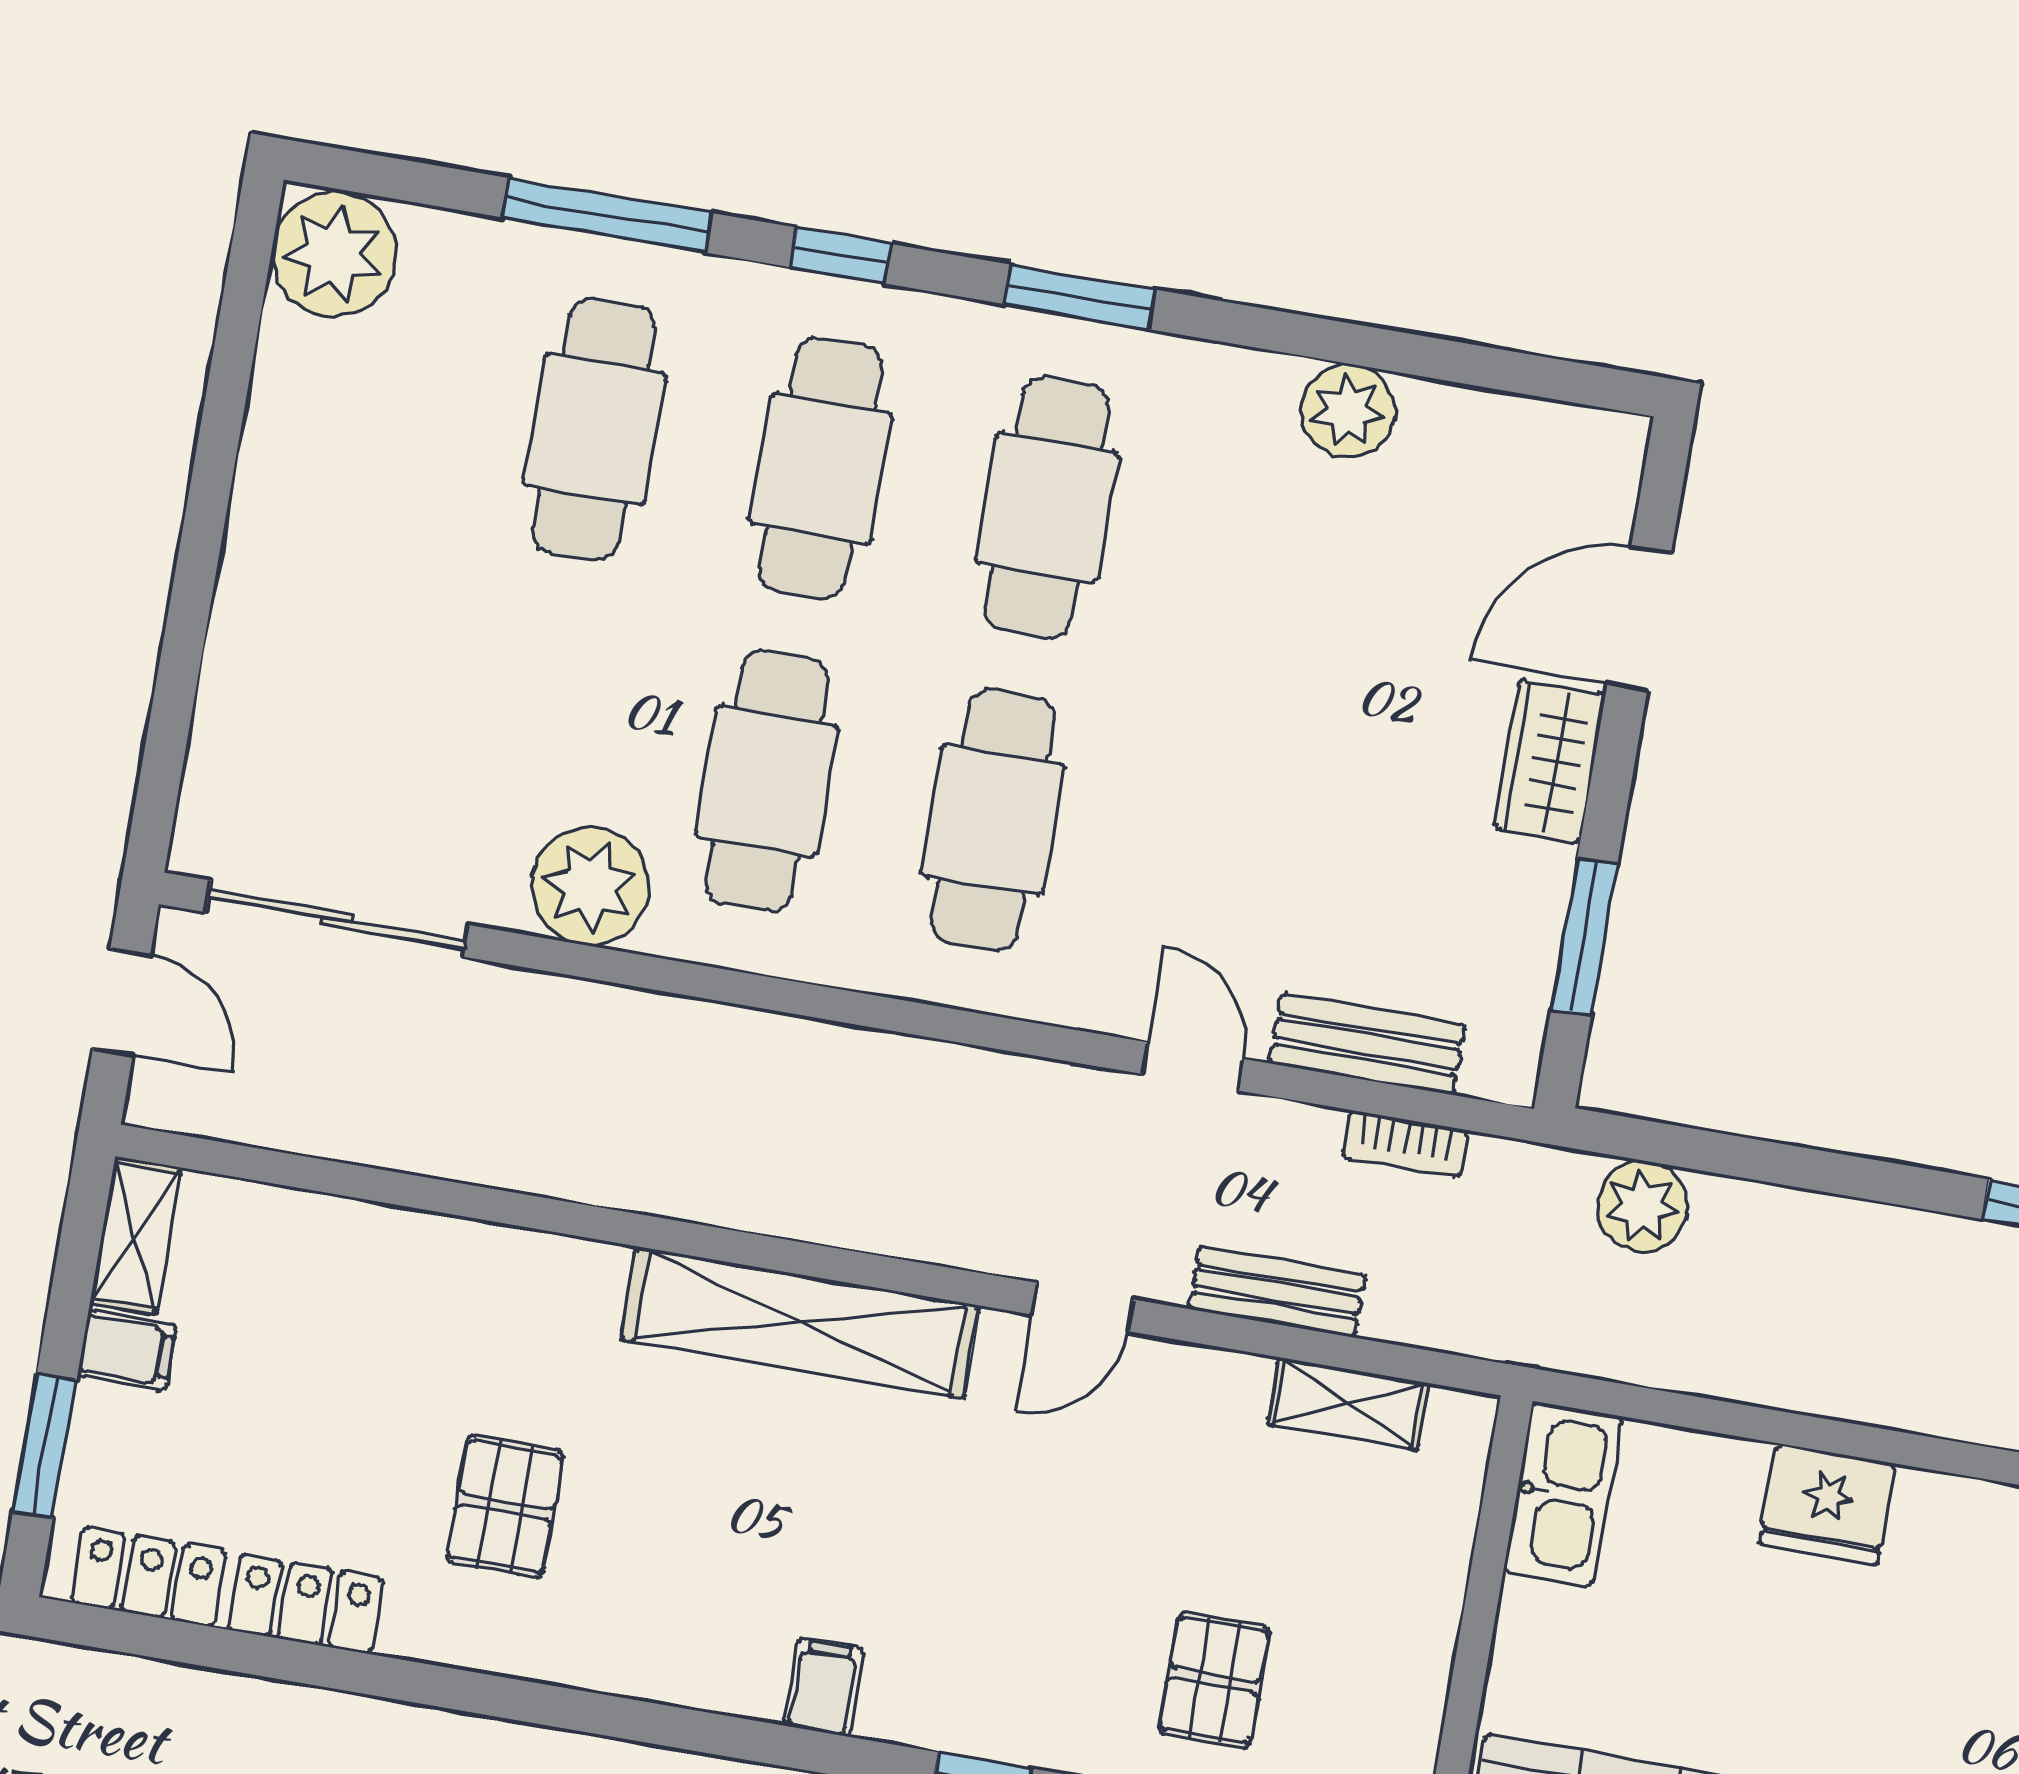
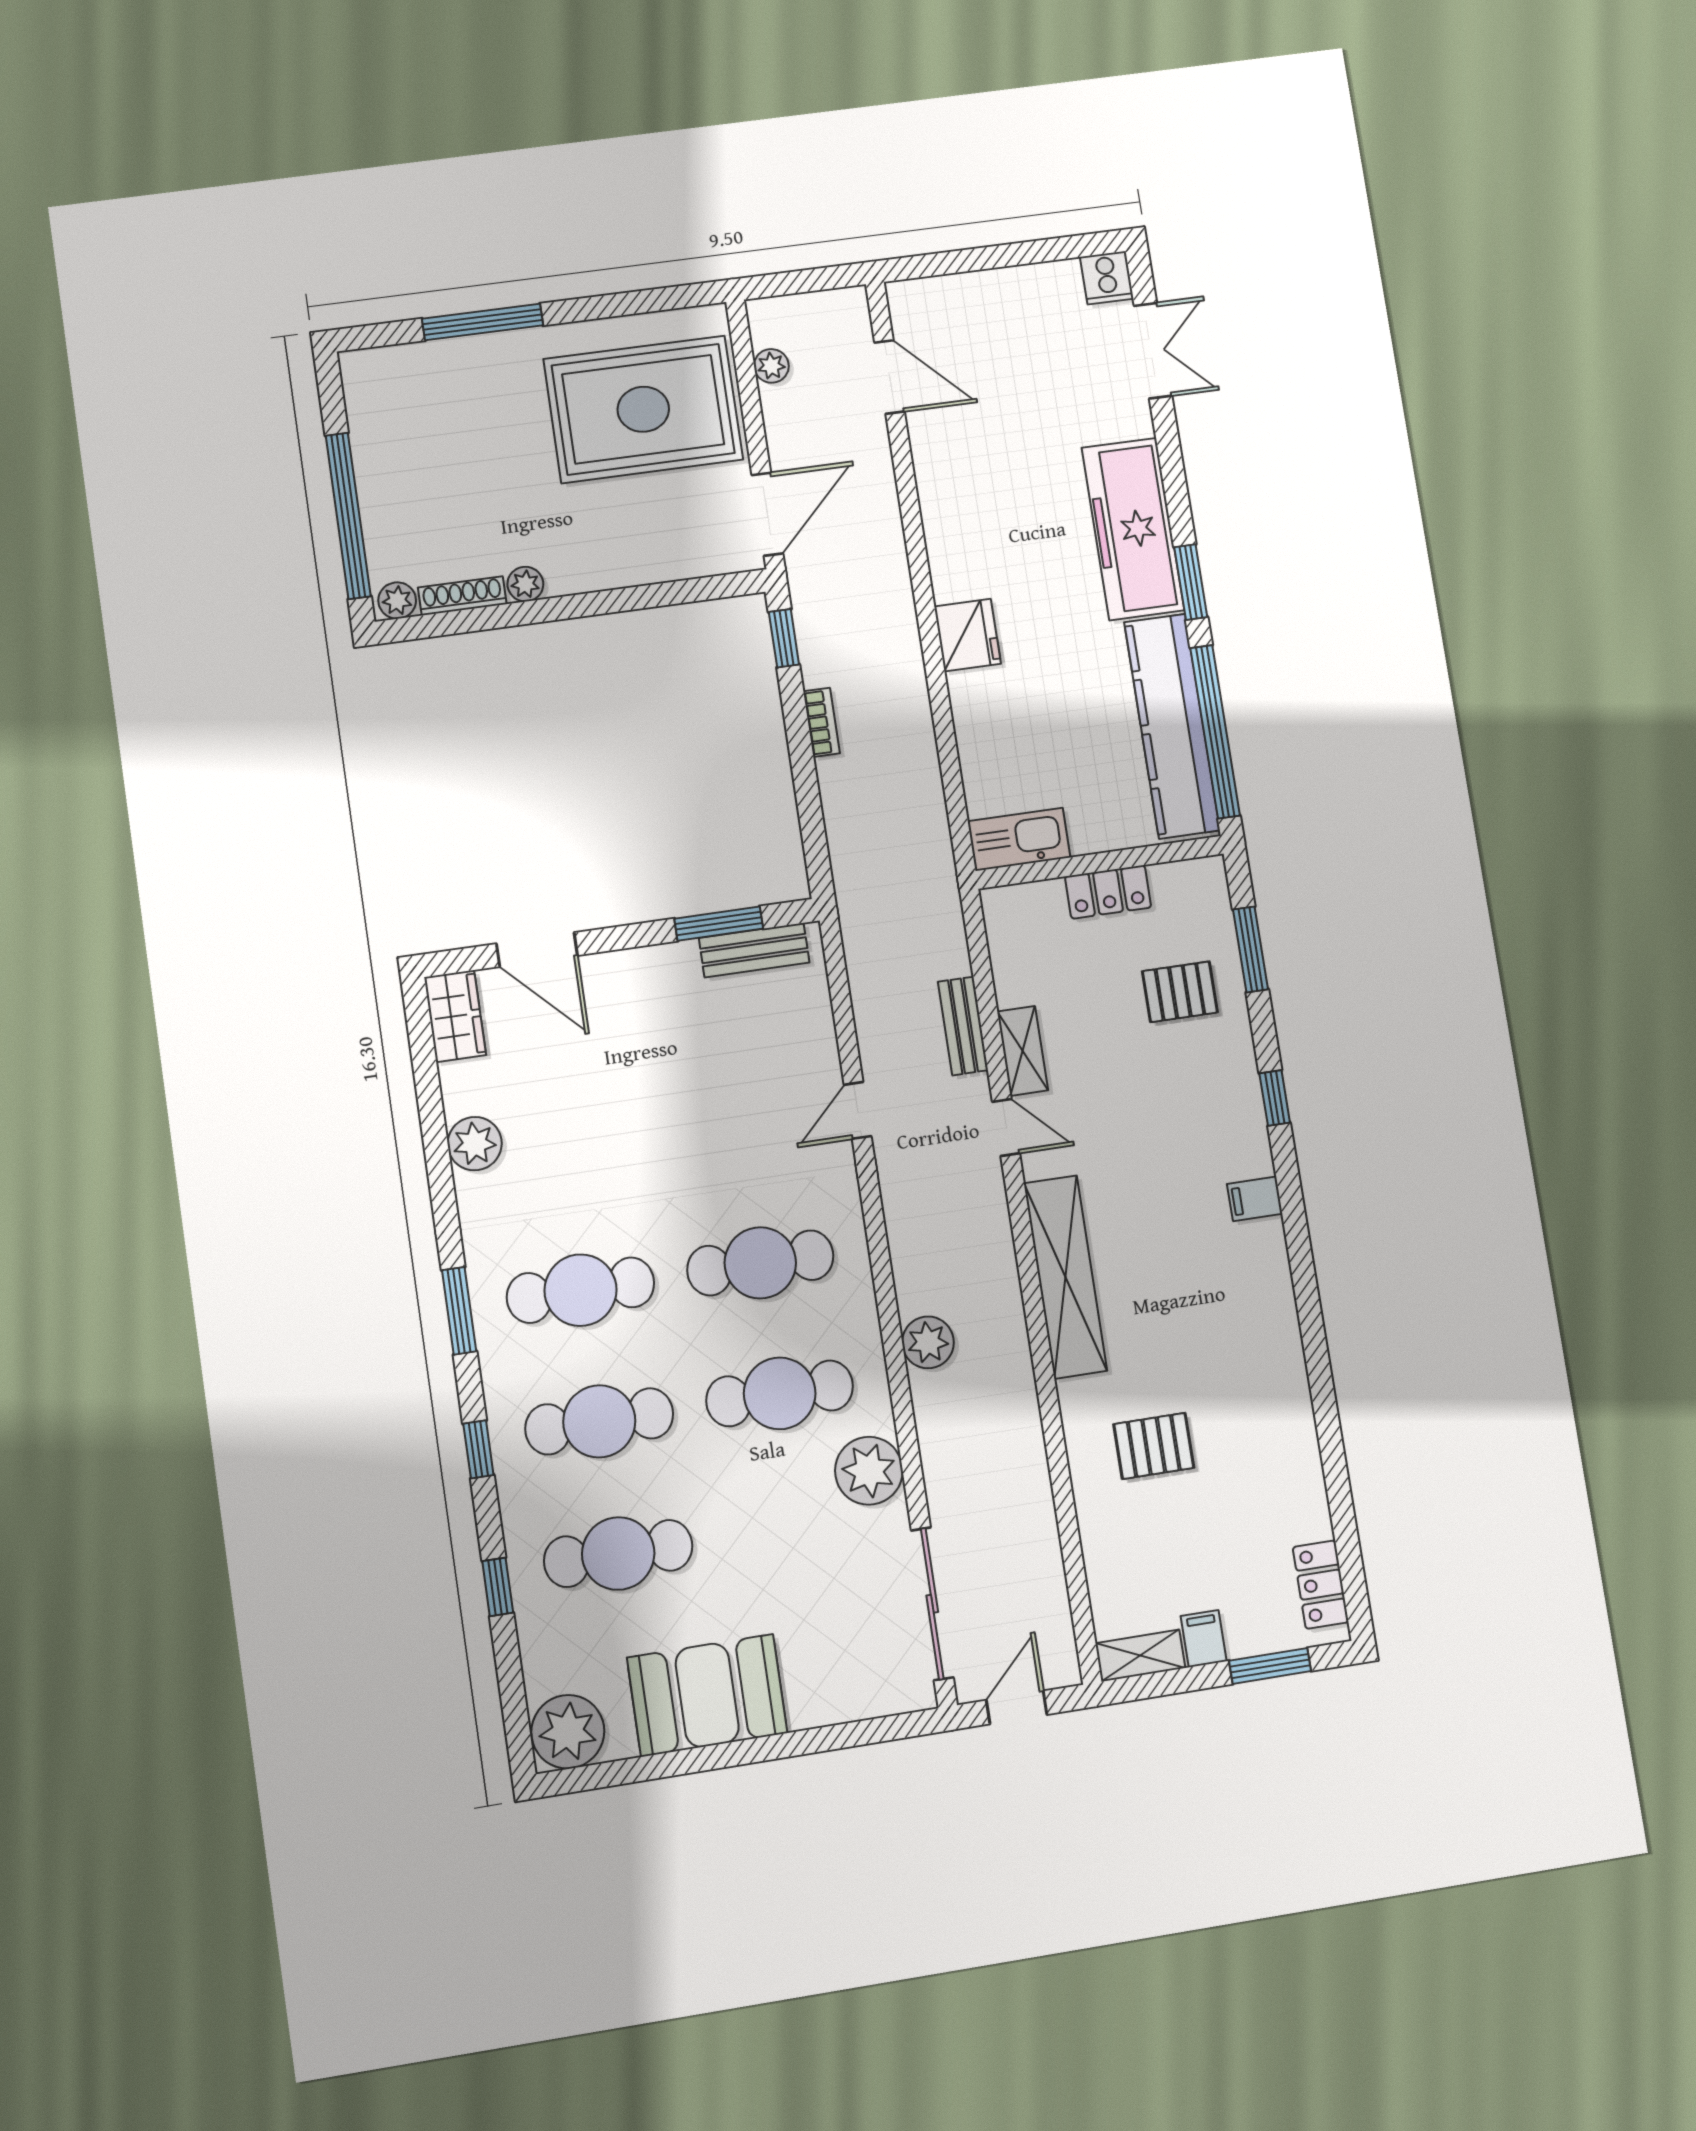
window: (607, 215) -> (498, 1587), width x0.46
booth: (315, 500) -> (707, 1695), added
wardrobe: (1550, 761) -> (455, 1016), moved, turned -90
bench: (1367, 1044) -> (754, 950), moved, turned 90
bookcase: (1405, 1144) -> (821, 722), moved
plant: (1642, 1206) -> (928, 1342), moved
shelving: (1348, 1404) -> (1023, 1051), moved
fridge: (1827, 1504) -> (967, 635), moved
pallet: (505, 1507) -> (1154, 1446), moved
locker: (305, 1604) -> (1108, 892), moved, turned -90

